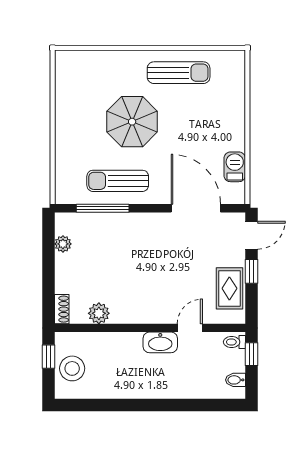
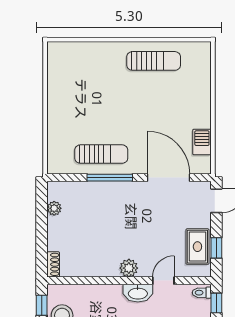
parasol: (132, 122) -> (114, 103), removed
sun lounger: (118, 181) -> (101, 154), turned 180
window: (103, 208) -> (110, 178), moved
window: (251, 271) -> (216, 248), moved
plant: (99, 313) -> (129, 268), moved

